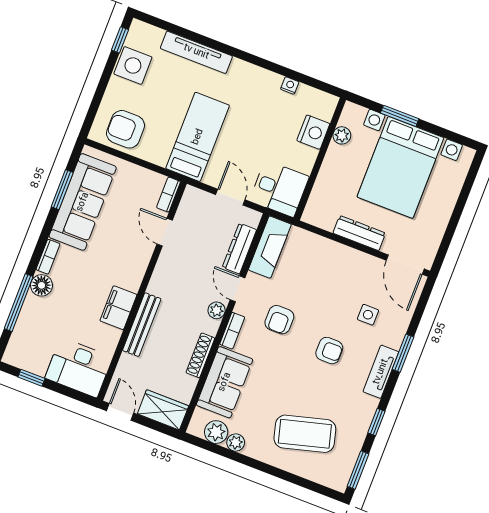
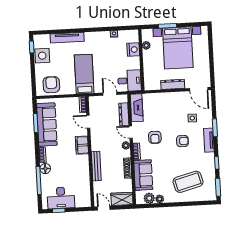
armchair: (125, 129) -> (51, 85), turned 90
filing cabinet: (118, 308) -> (82, 145), moved
desk: (79, 368) -> (61, 198), moved

